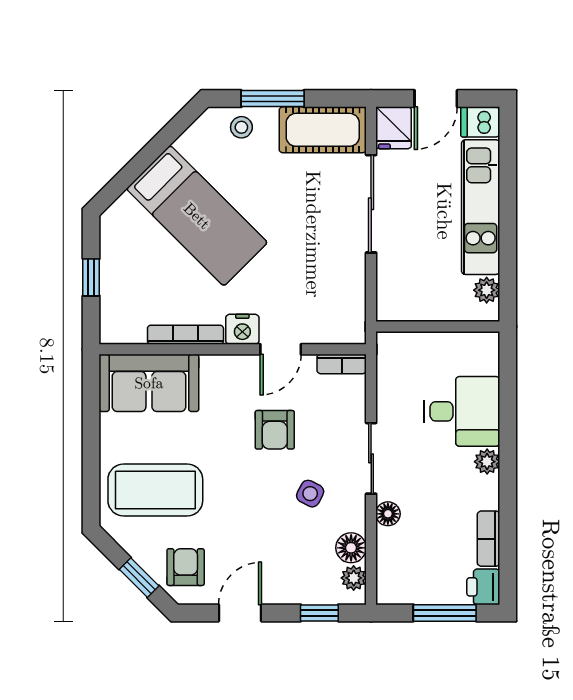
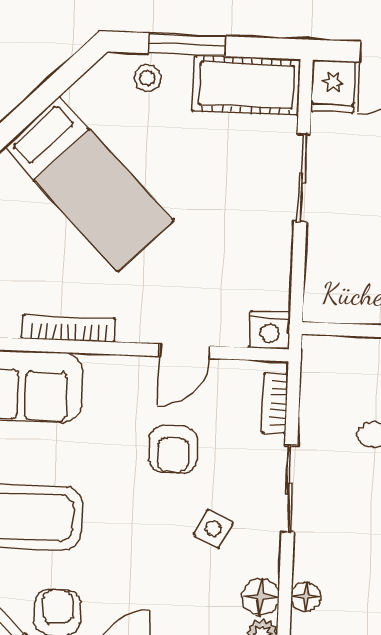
sliding door: (371, 204) -> (302, 178), width x0.73
nightstand: (242, 329) -> (270, 330), moved
bookcase: (342, 364) -> (275, 403), moved, turned 90
floor lamp: (388, 514) -> (306, 597), moved

